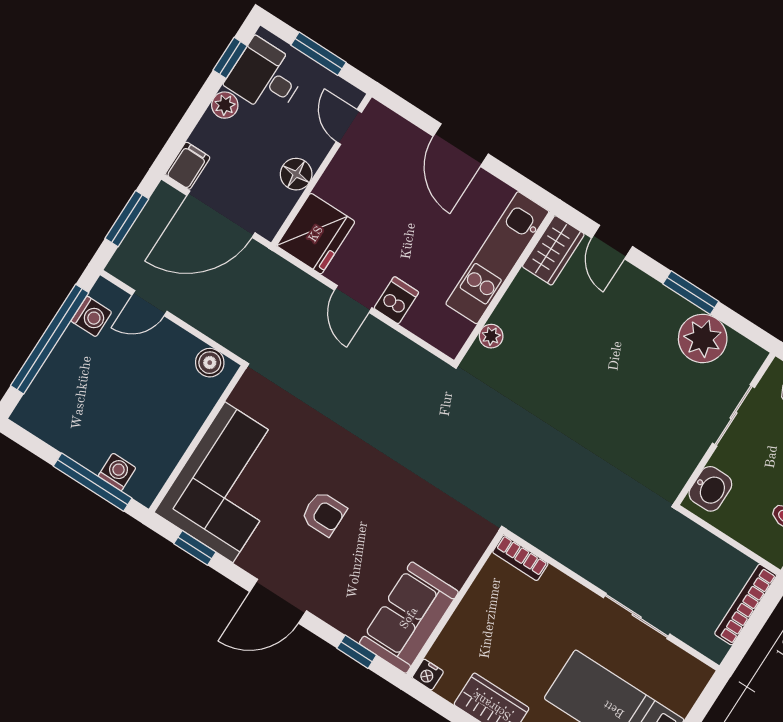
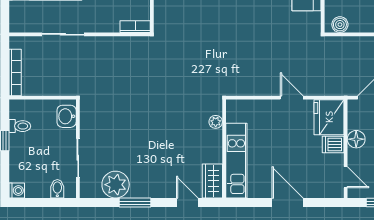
dishwasher: (396, 300) -> (333, 145), moved, turned 90

